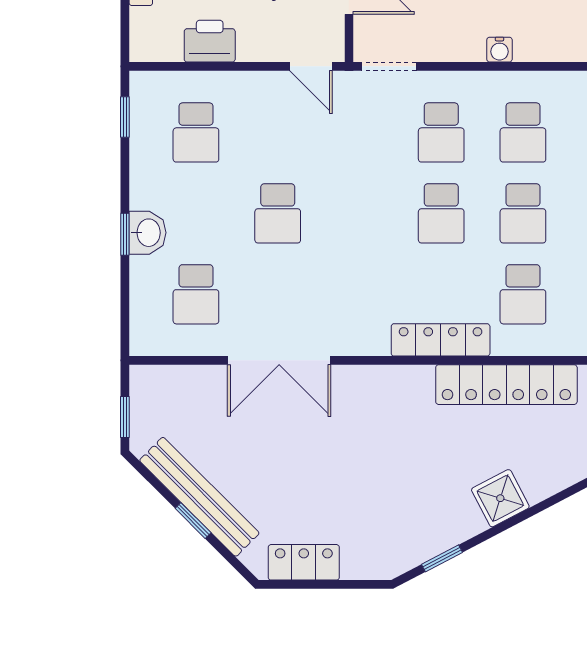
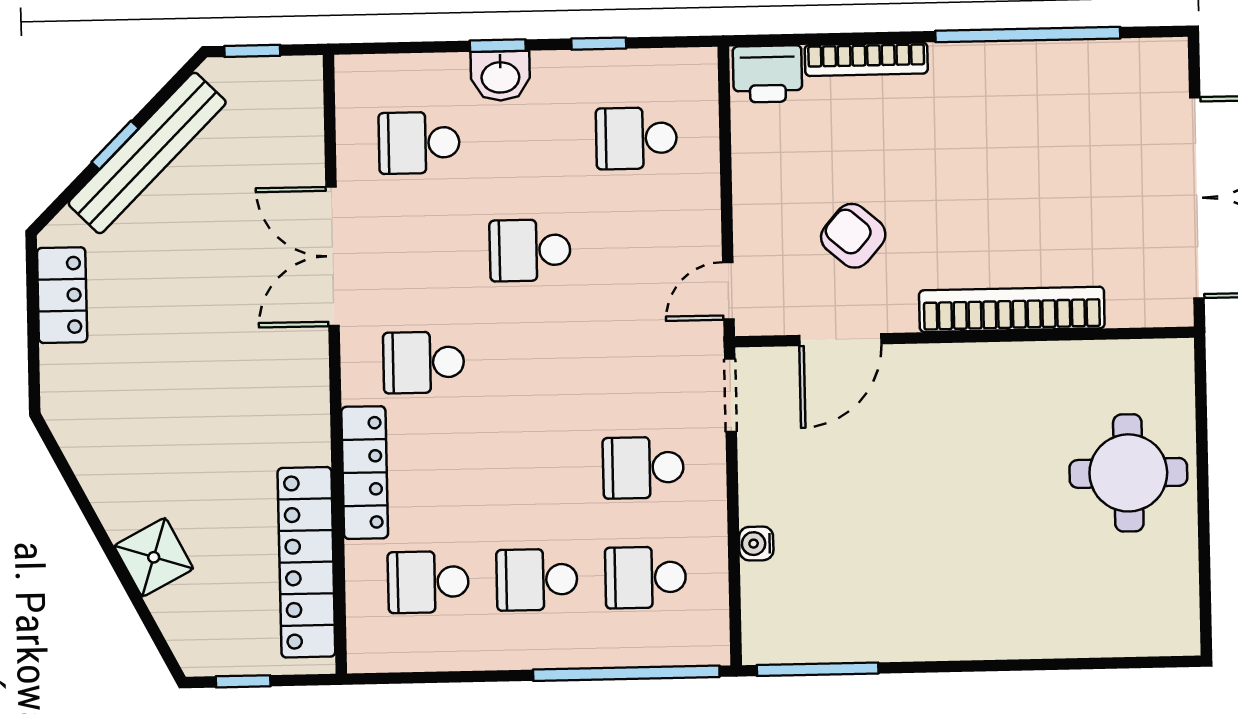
printer: (210, 41) -> (768, 74), moved, turned 90
window: (125, 117) -> (599, 44), moved
school desk: (441, 213) -> (424, 362), moved
window: (442, 558) -> (71, 481), removed

